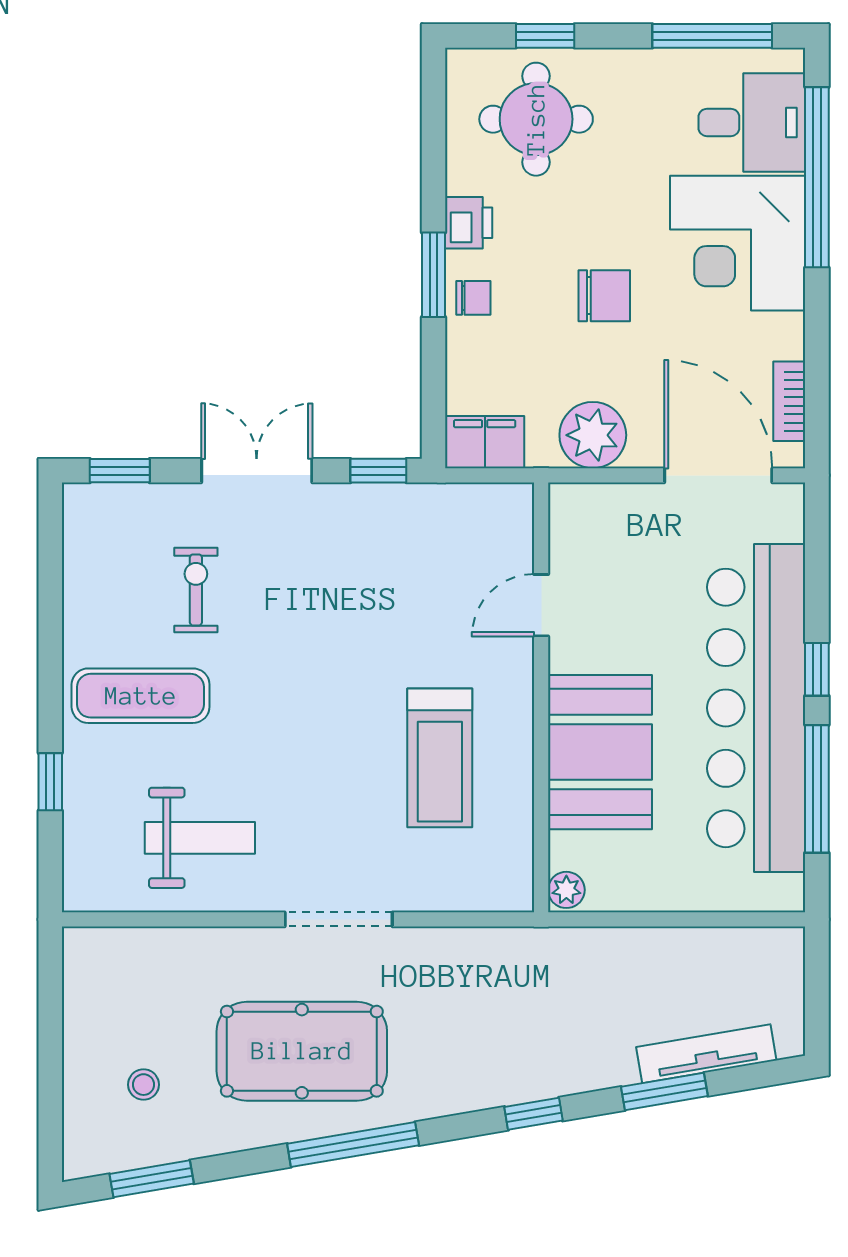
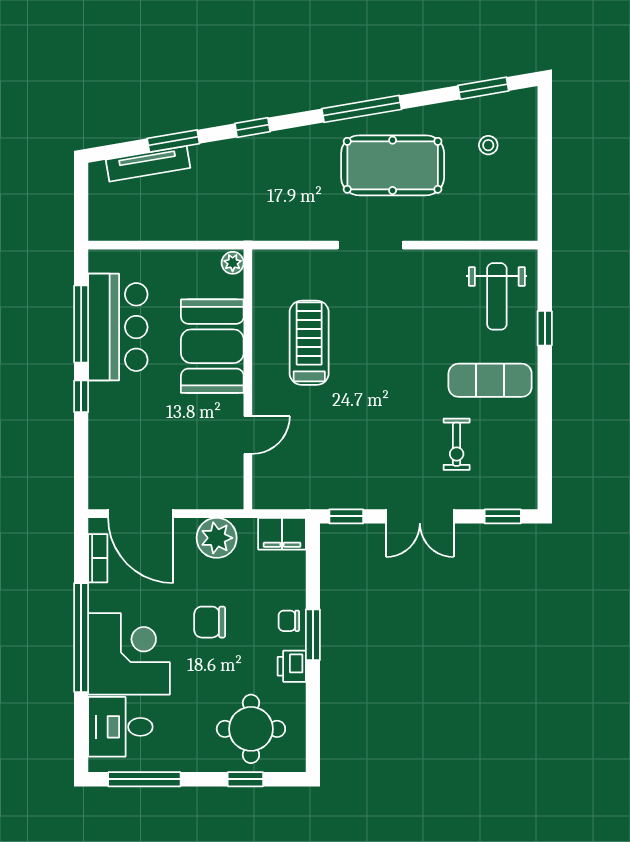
window: (817, 177) -> (81, 638), moved
bar counter: (756, 708) -> (118, 327), width x0.54
weight bench: (200, 838) -> (497, 296), moved, turned -90

